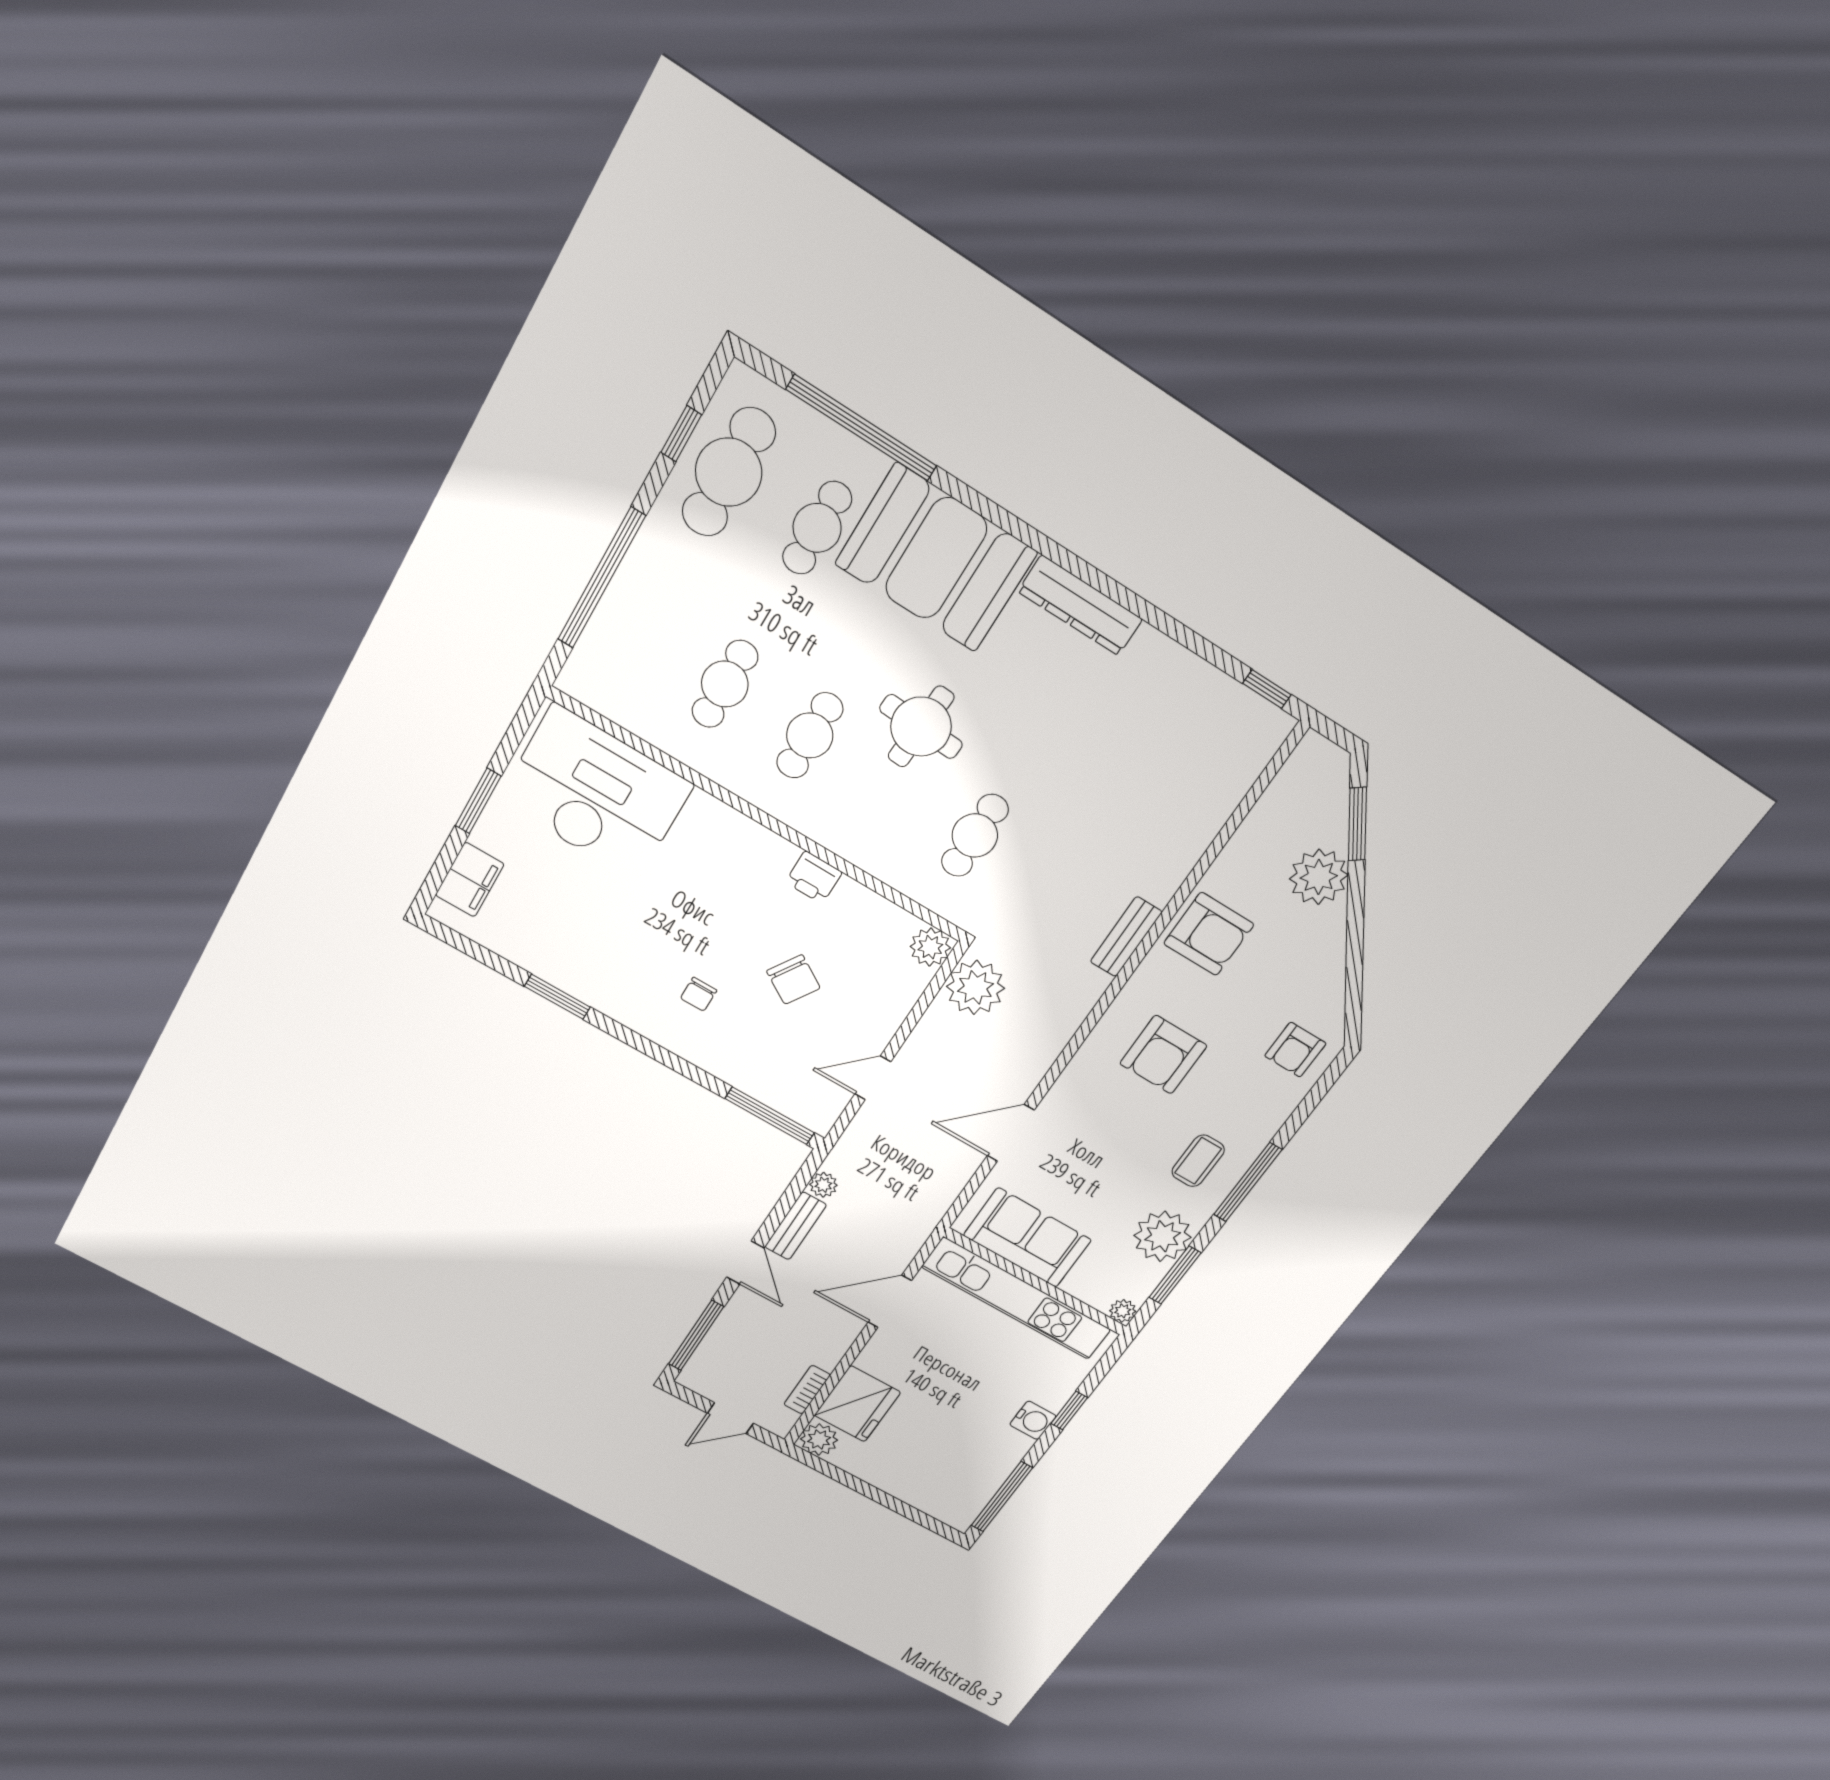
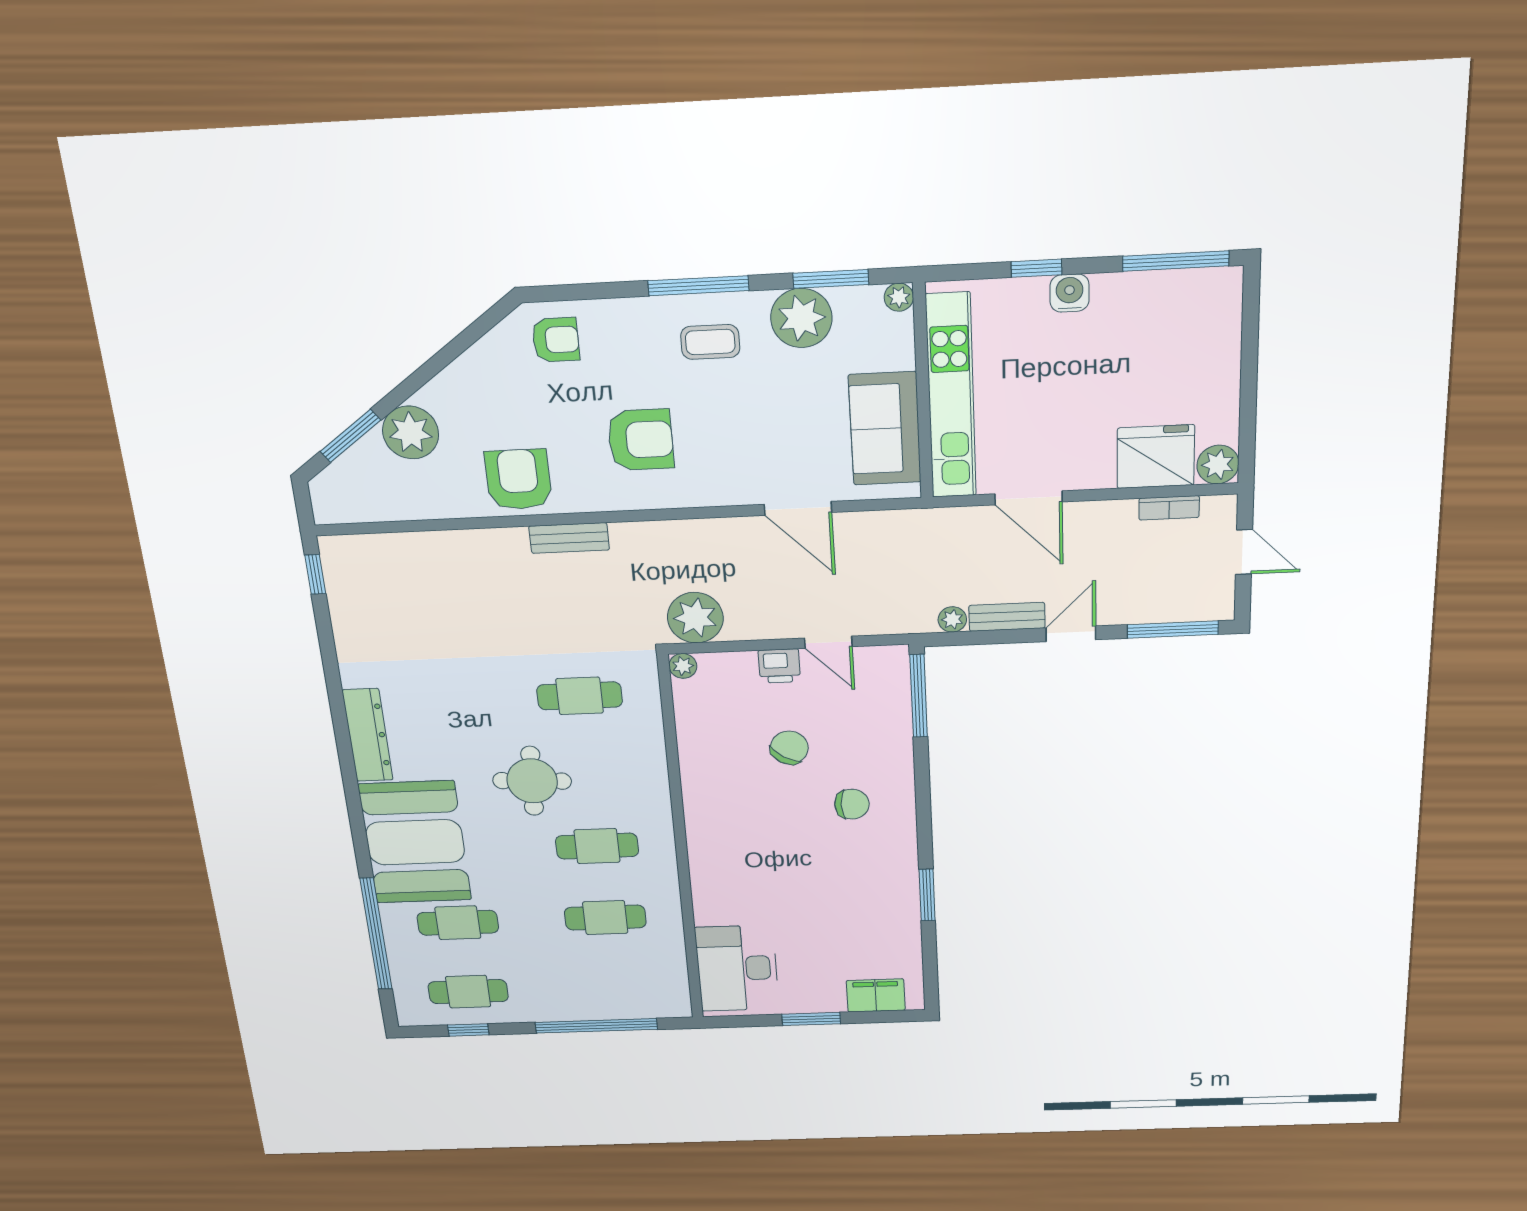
cafe table: (729, 472) -> (468, 992), width x0.73, depth x0.74
desk: (596, 793) -> (737, 968), width x0.73, depth x0.77
printer: (814, 877) -> (779, 666), moved, turned 90
plant: (930, 947) -> (683, 666), width x0.73, depth x0.73
chair: (699, 994) -> (852, 804), width x1.37, depth x1.37

